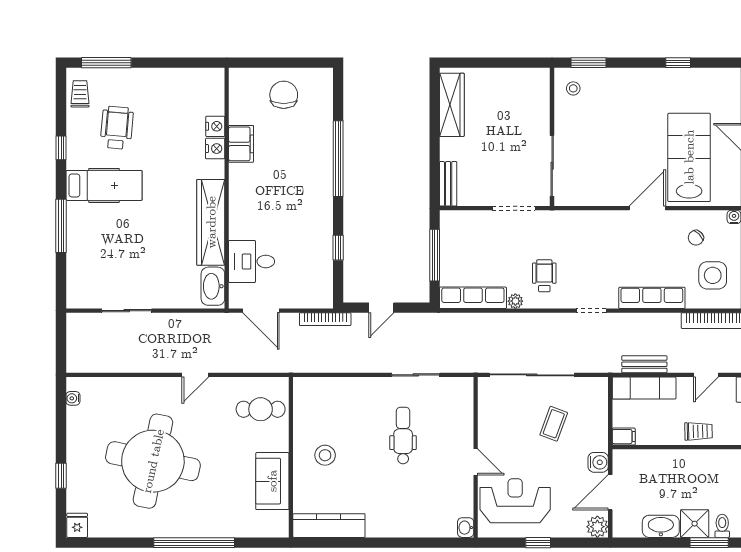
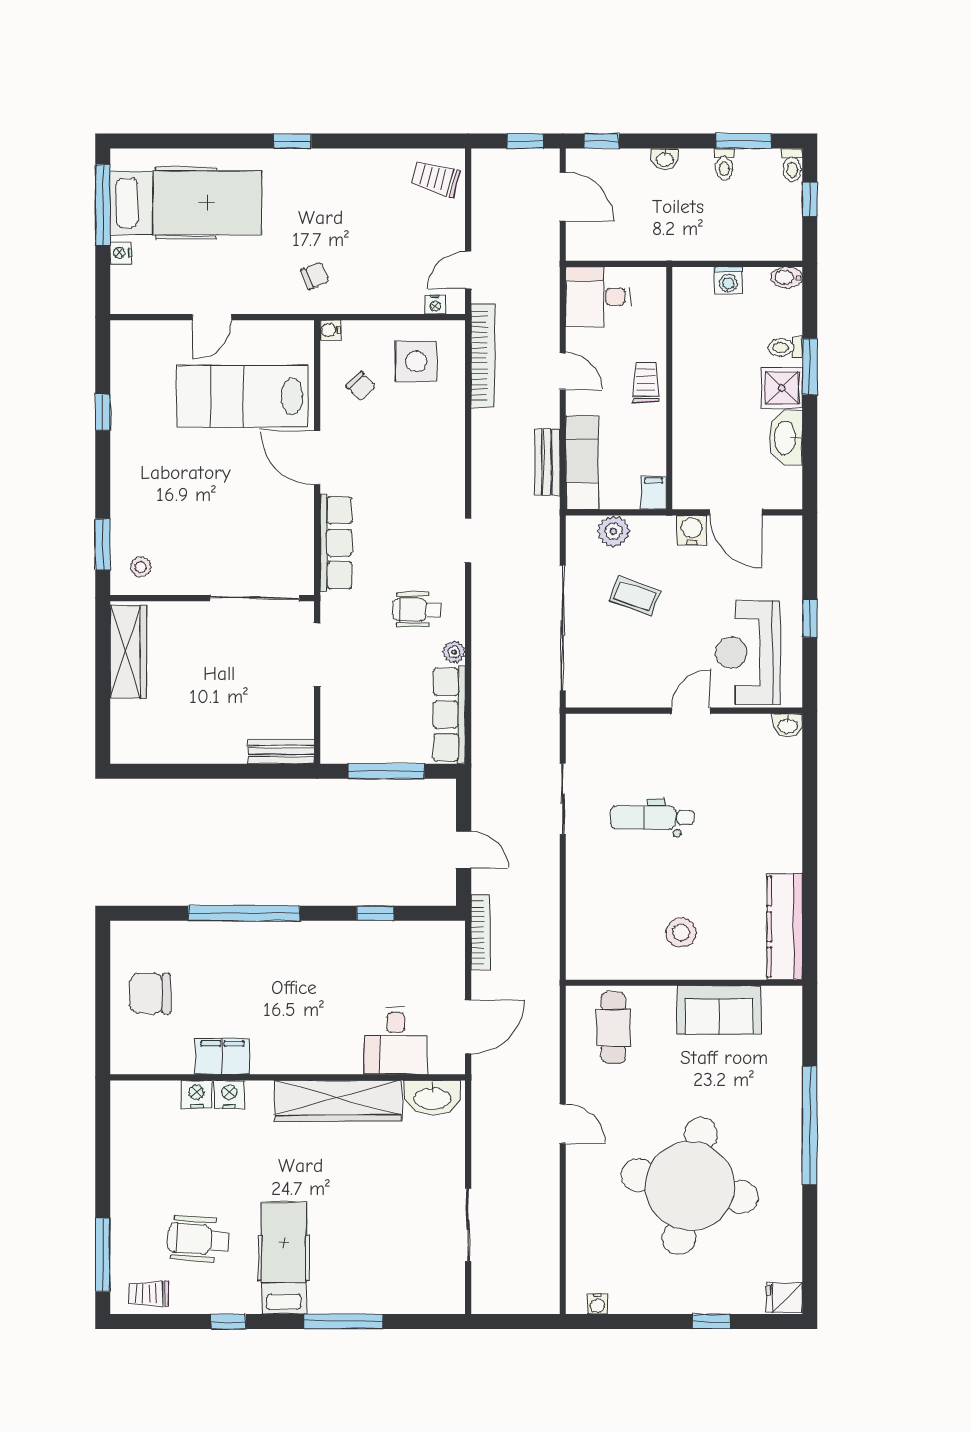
wardrobe: (452, 105) -> (128, 652), moved, turned 90
row of seats: (652, 298) -> (336, 543), moved, turned 180
plant: (597, 527) -> (613, 531), moved

